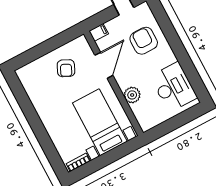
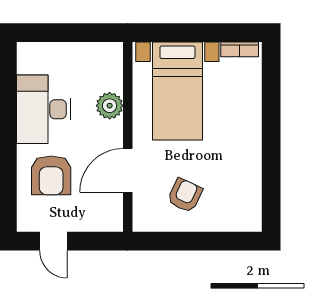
filing cabinet: (99, 32) -> (110, 222), removed
desk: (174, 87) -> (43, 109), moved

